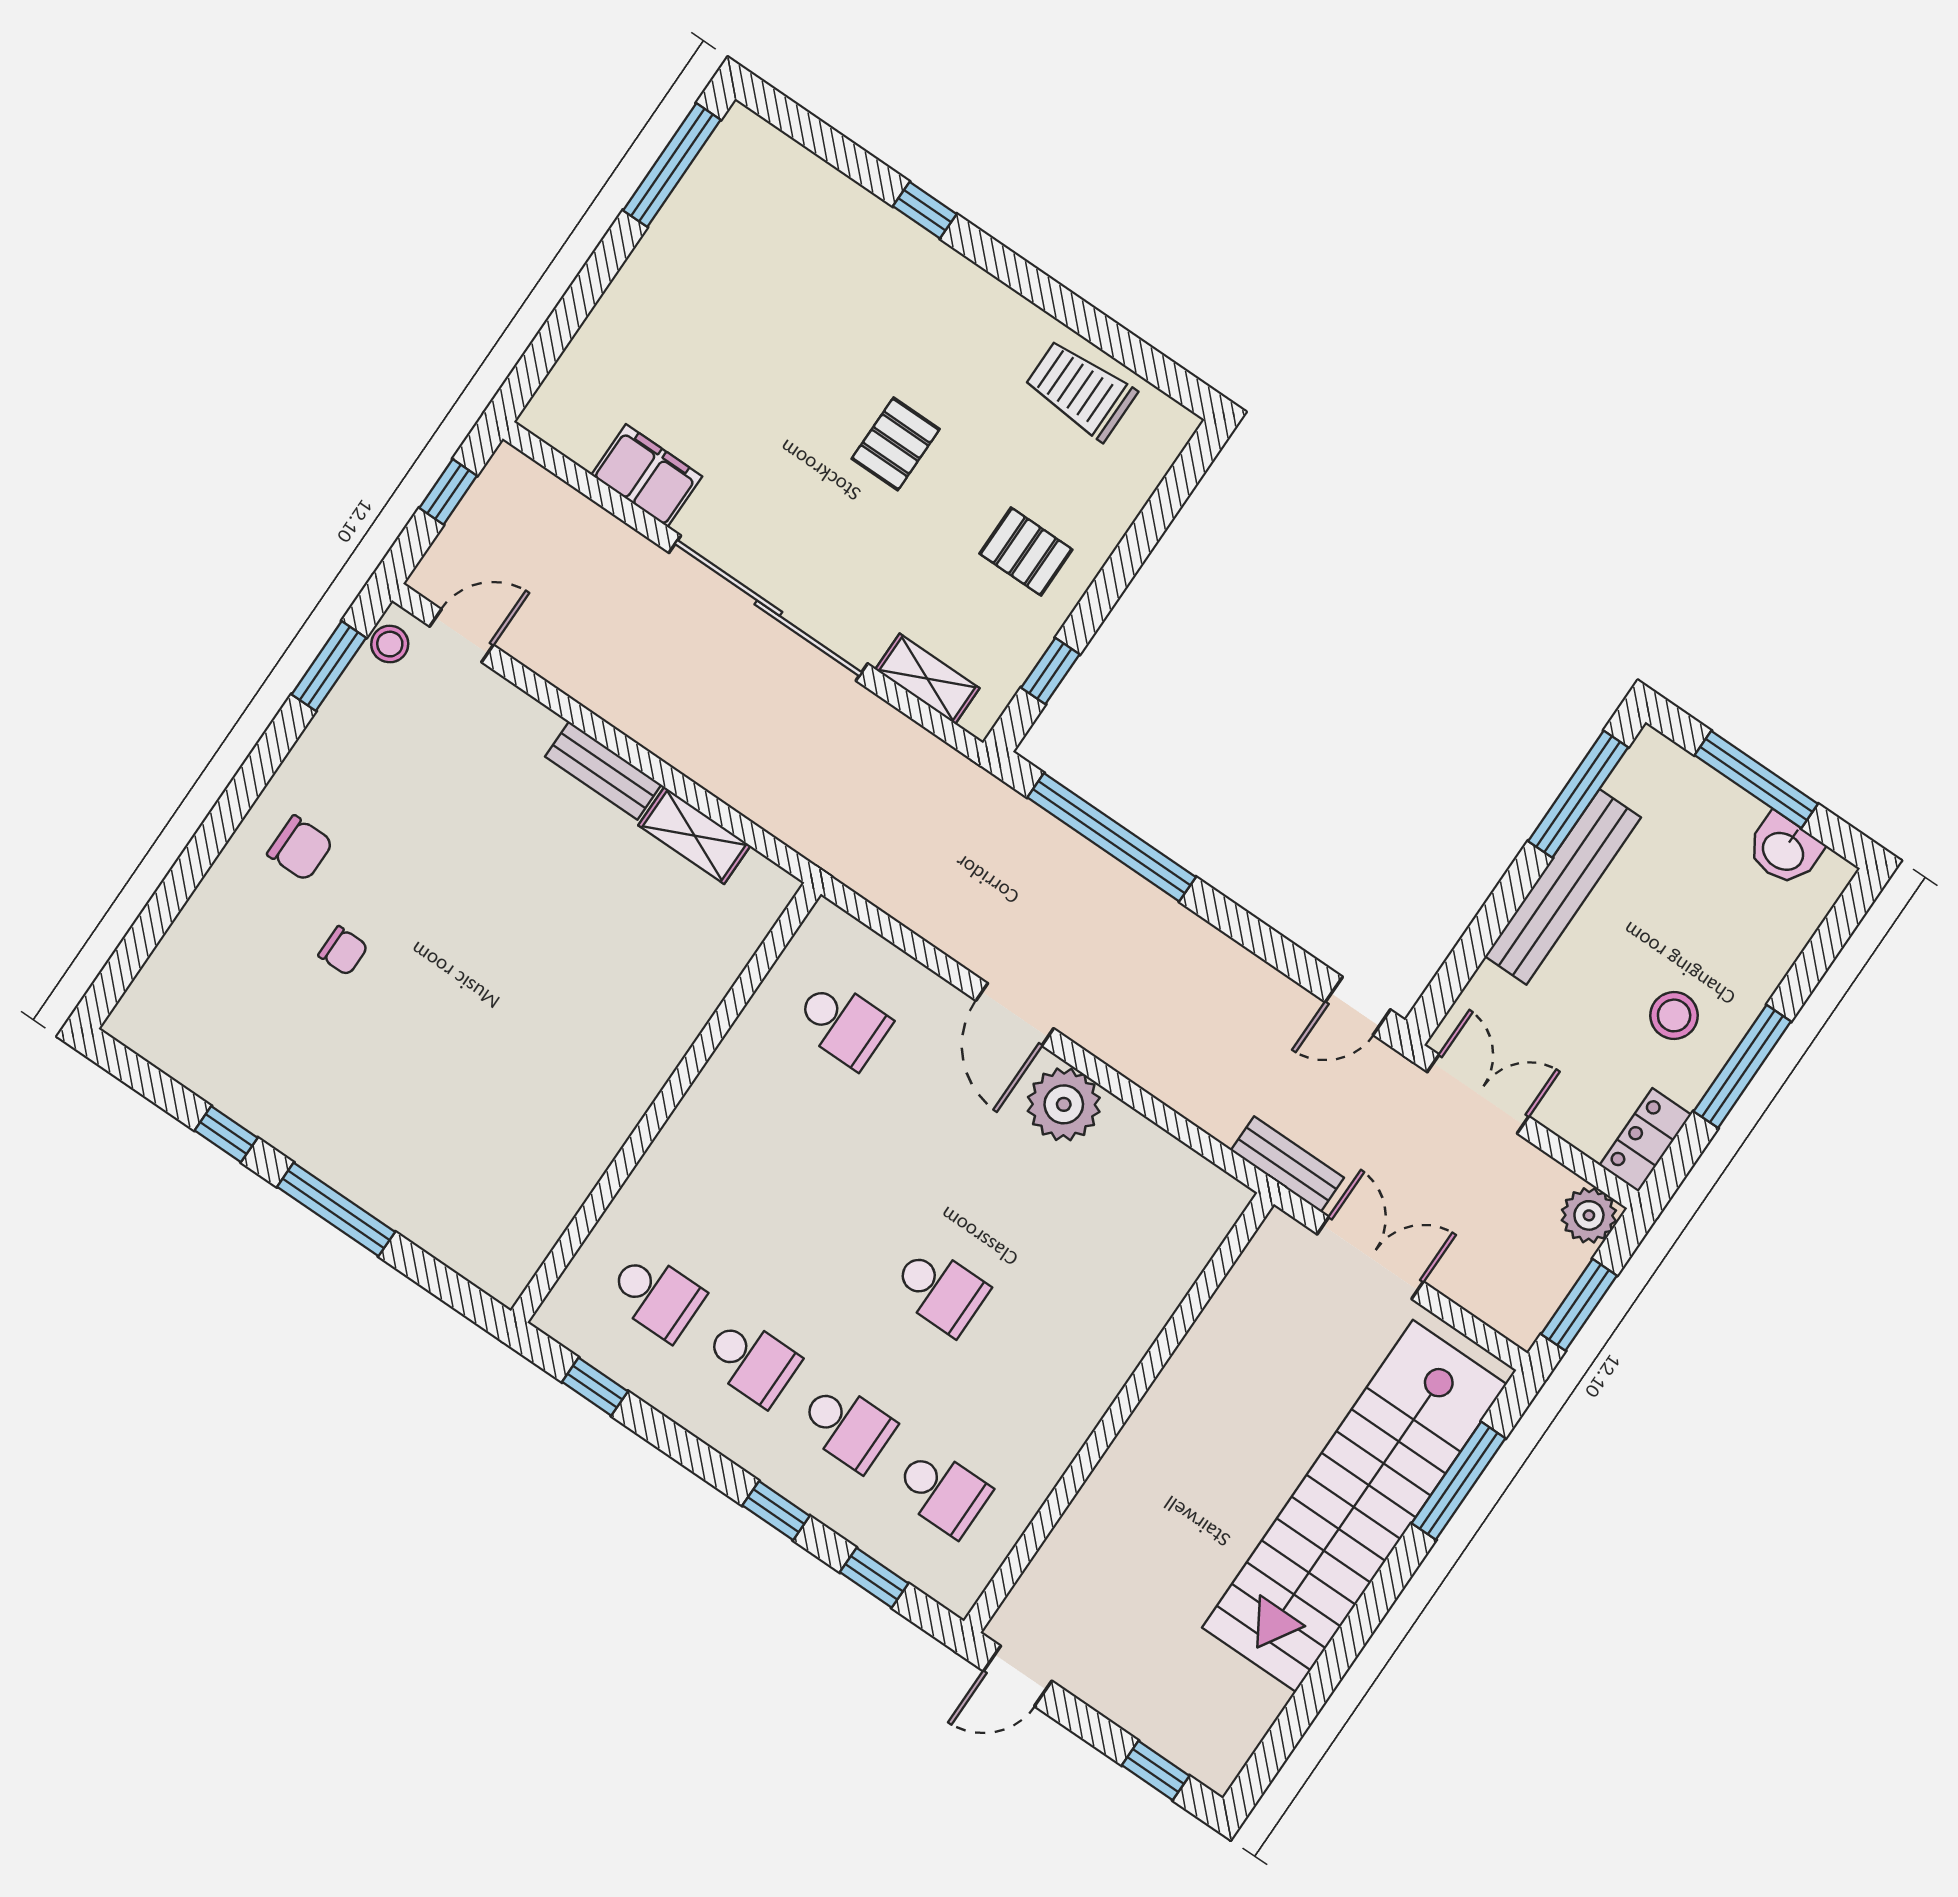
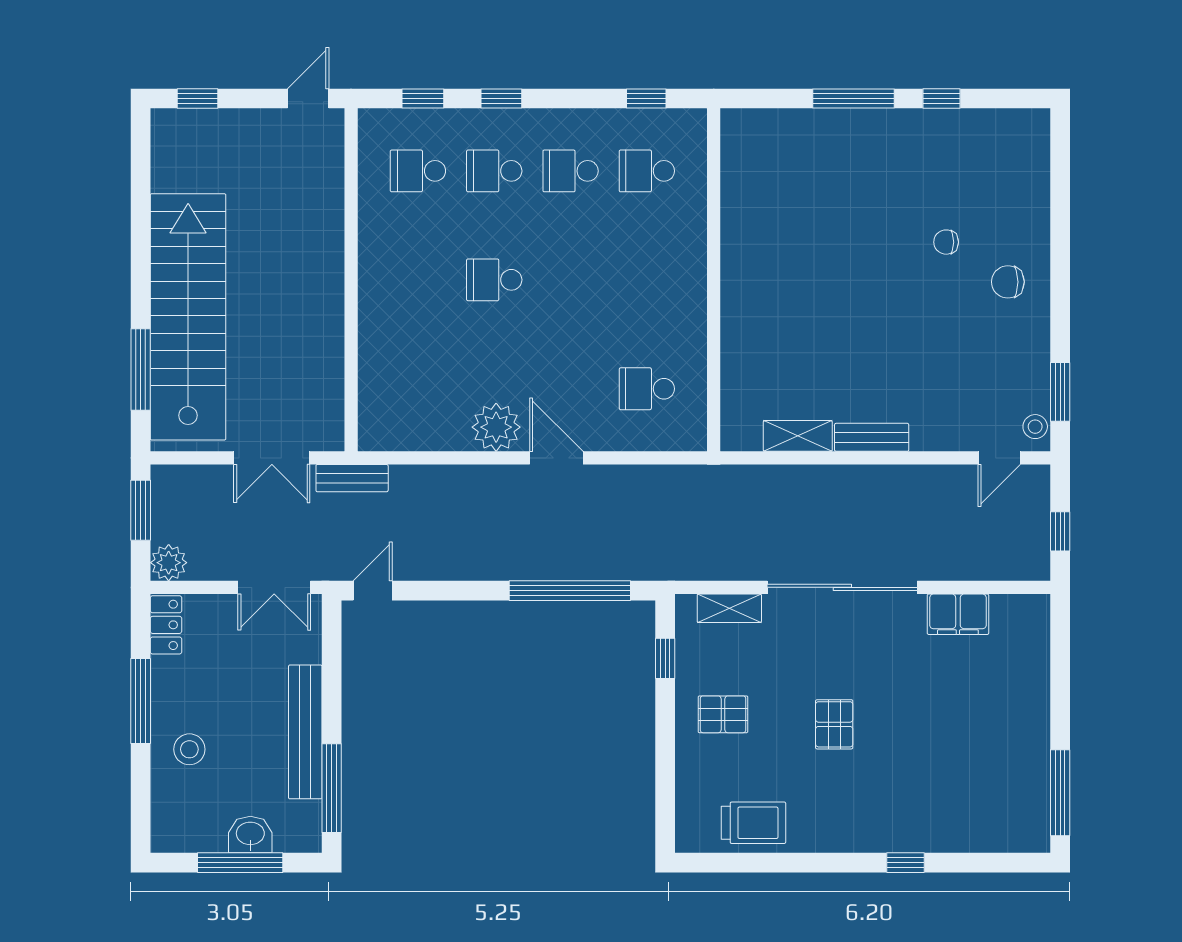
washbasin: (1784, 850) -> (250, 835), moved
stool: (1674, 1015) -> (189, 749), moved

